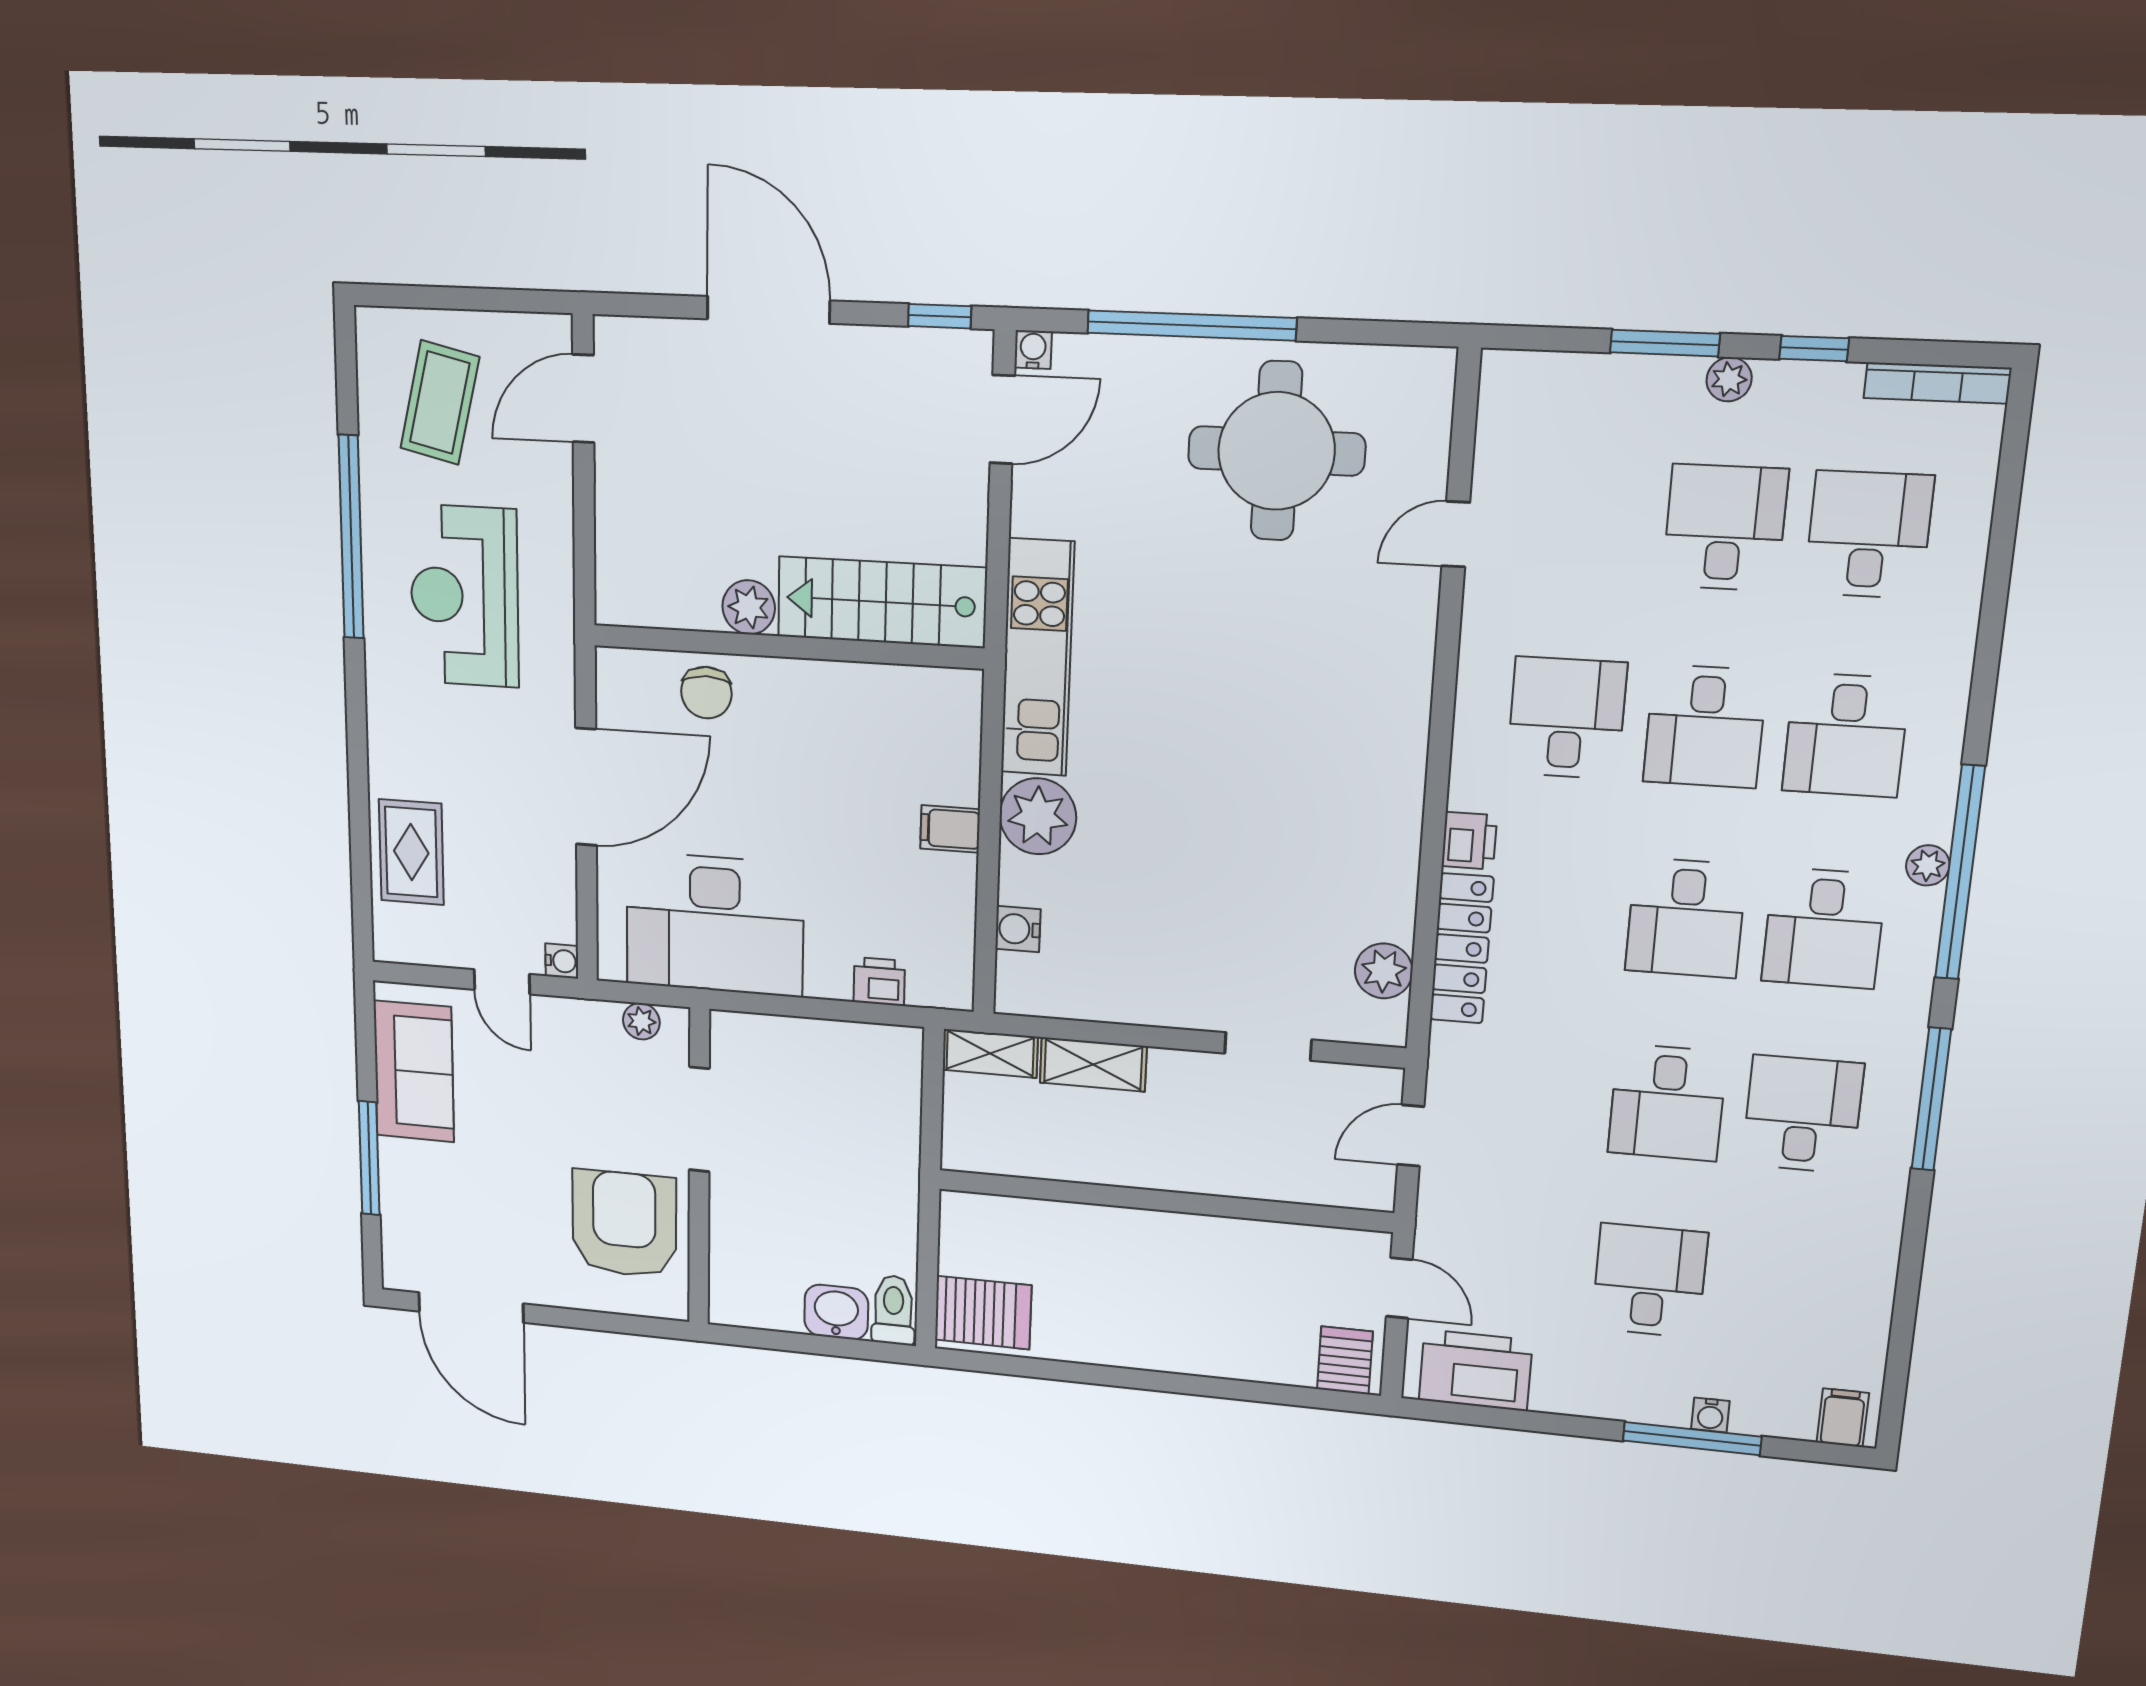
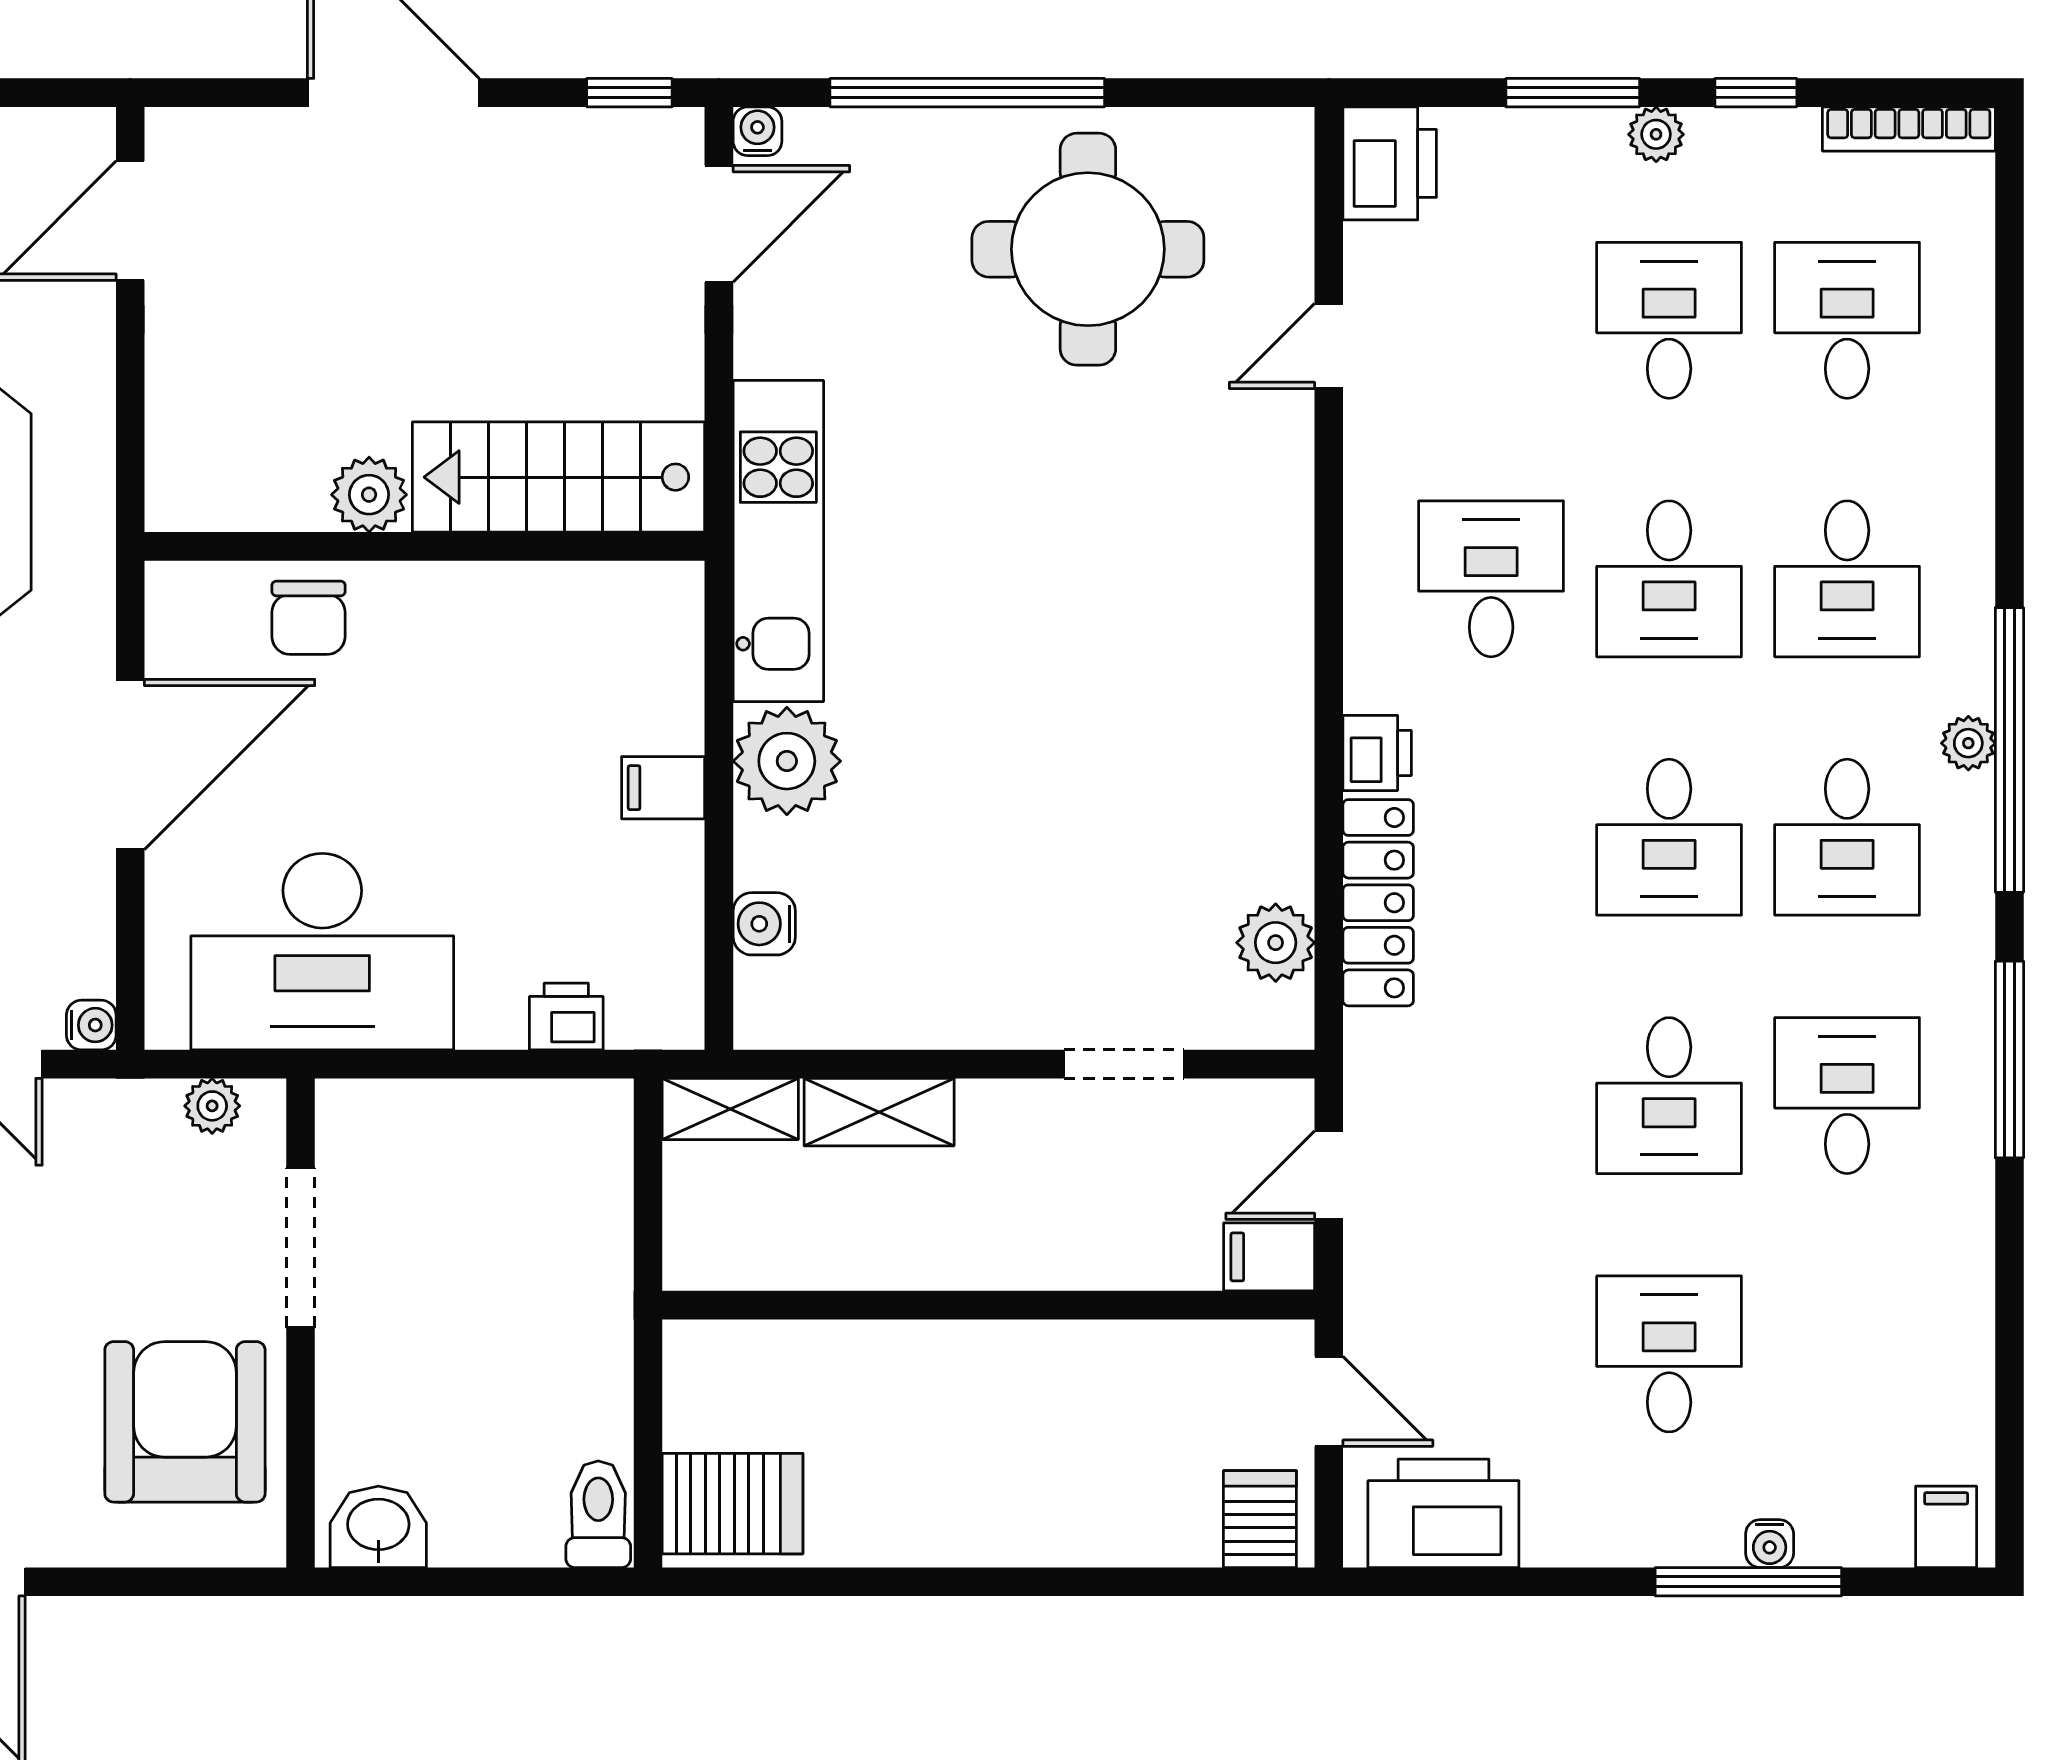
printer: (1514, 394) -> (1390, 163), added
filing cabinet: (1364, 1187) -> (1269, 1257), added
washbasin: (836, 1312) -> (378, 1527), moved

